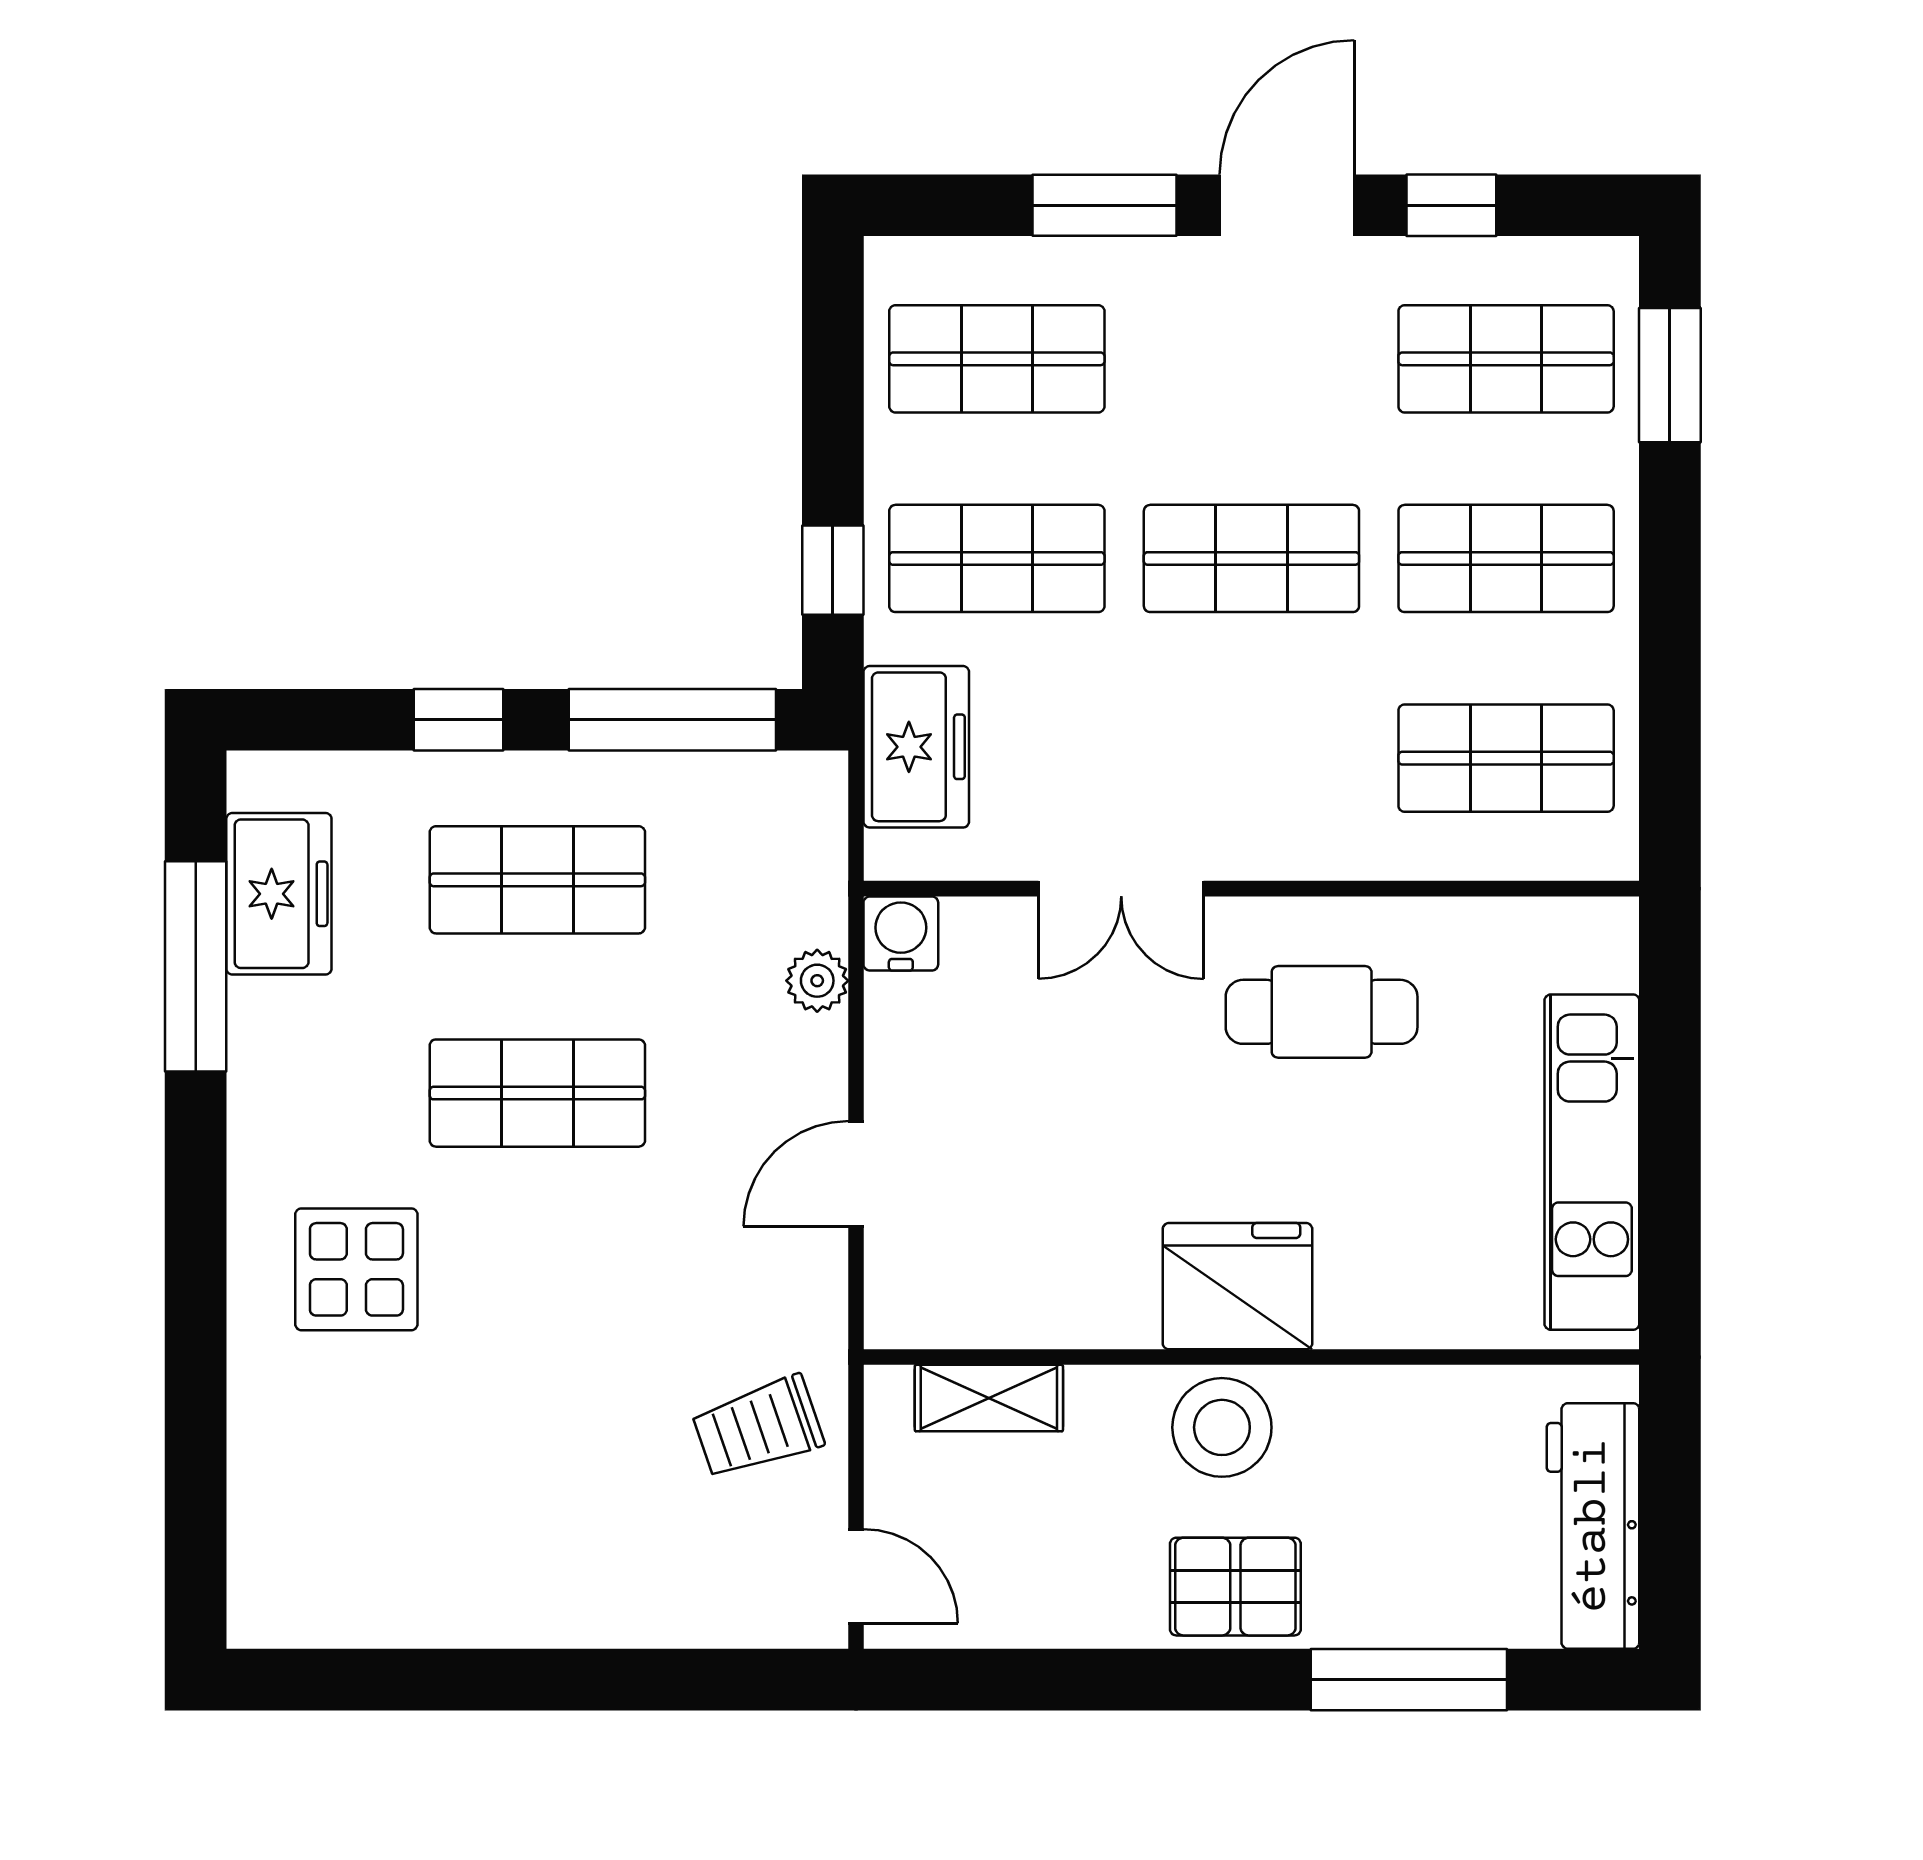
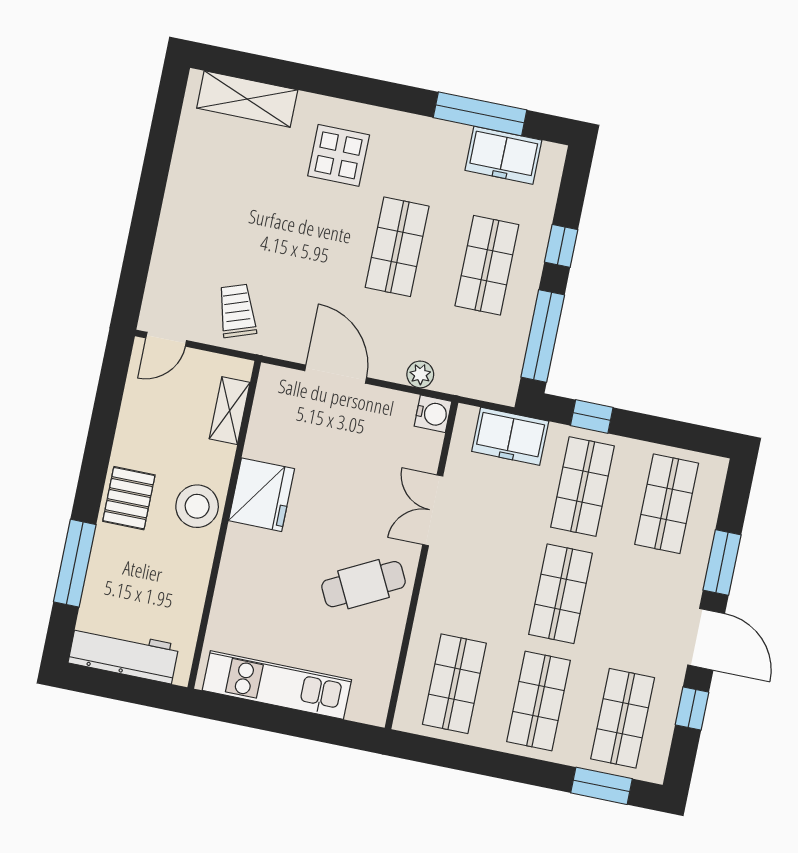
cafe table: (1322, 1012) -> (364, 584), turned 63
door: (856, 1174) -> (336, 374), width x1.38
fridge: (1237, 1286) -> (261, 495), moved
shelving: (271, 1504) -> (247, 99), added

